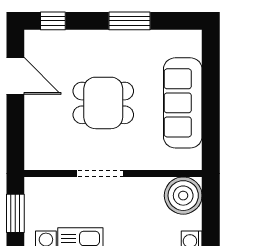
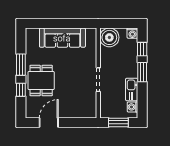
window: (53, 21) -> (21, 90), moved
dining table: (103, 103) -> (41, 80), moved

